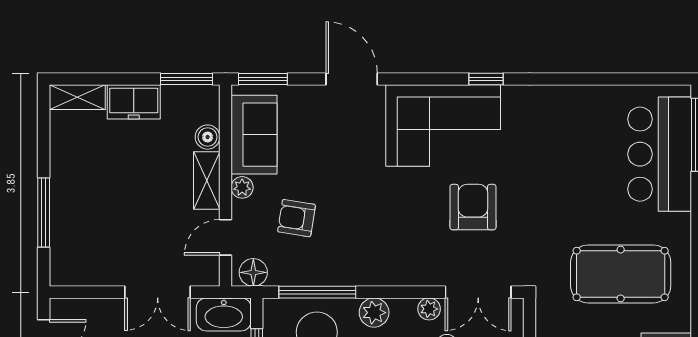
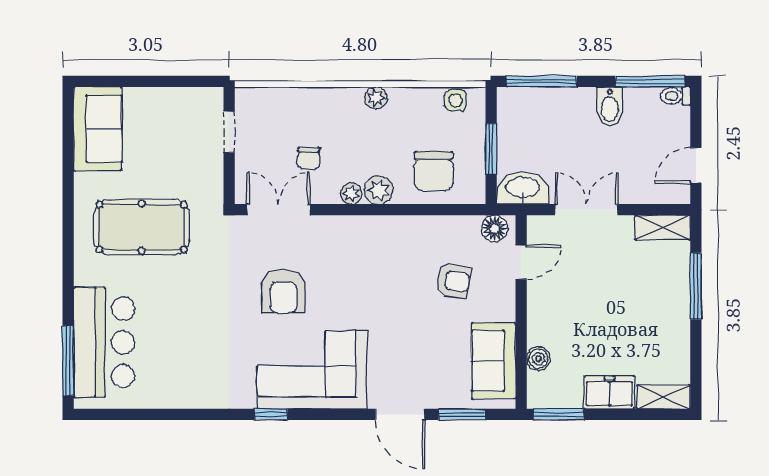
window: (263, 79) -> (462, 414), moved
shelving: (207, 180) -> (663, 228), moved, turned 90
plant: (242, 187) -> (505, 310), removed
window: (317, 292) -> (433, 210), removed
plant: (429, 309) -> (351, 194), moved

